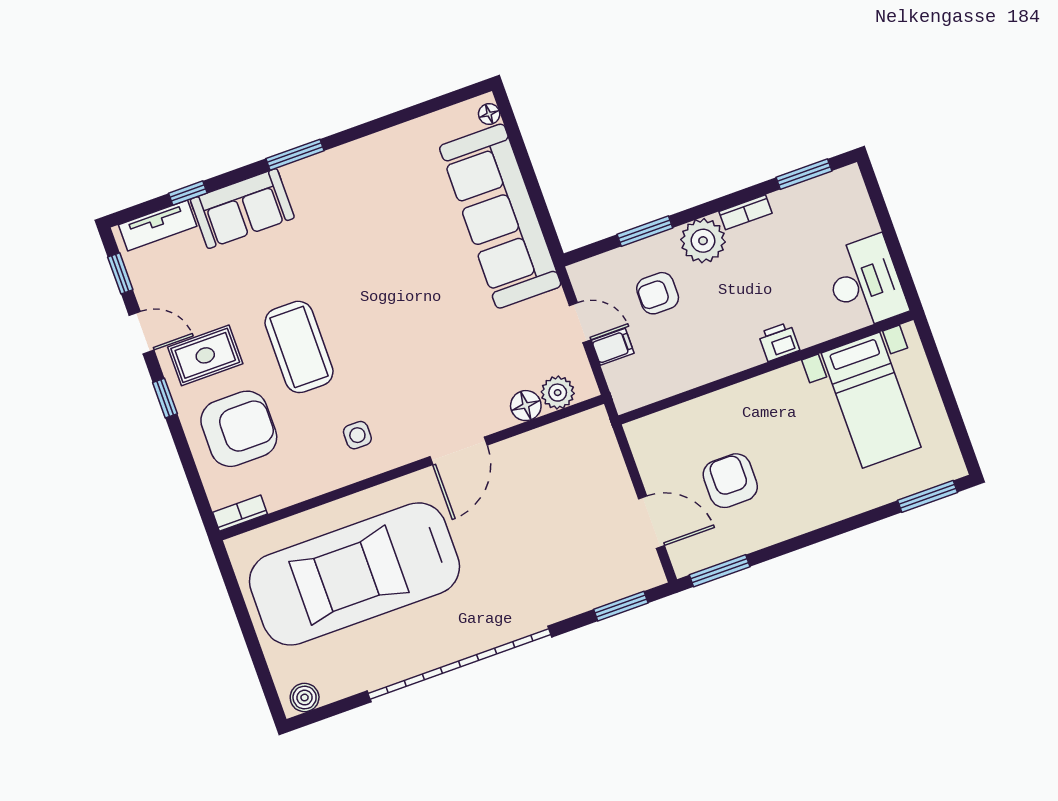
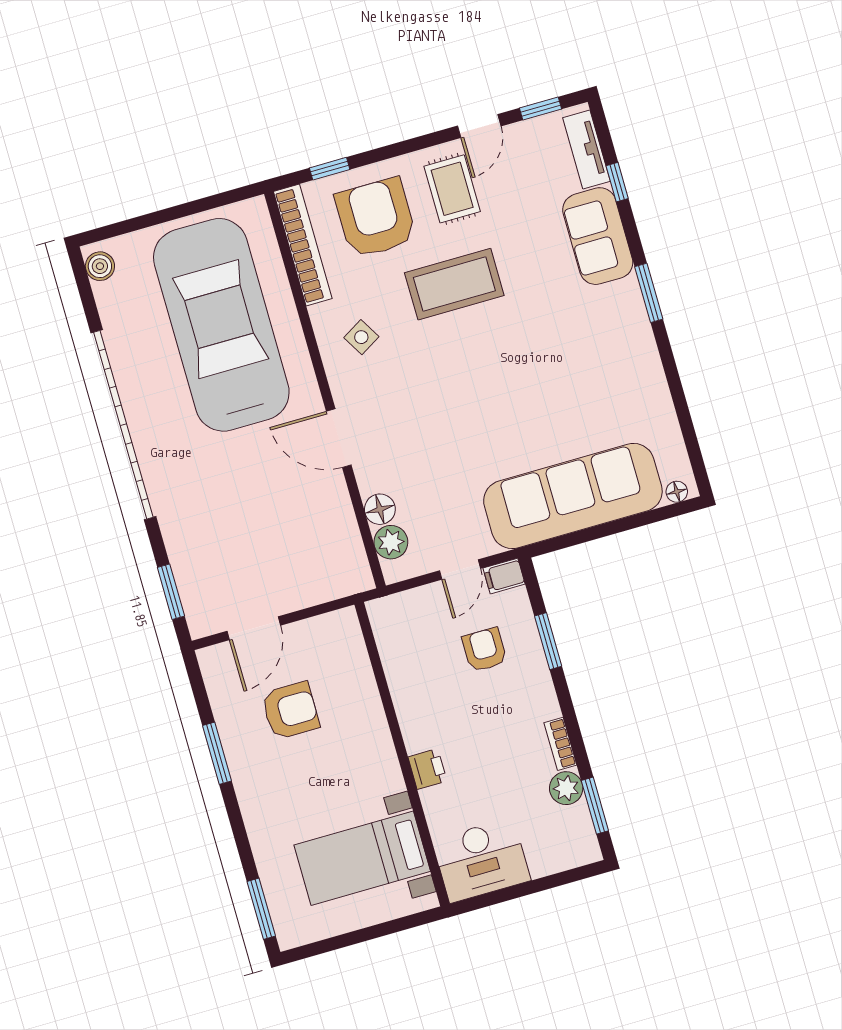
plant: (703, 241) -> (566, 788), moved, width x0.73, depth x0.73
filing cabinet: (613, 347) -> (504, 576), moved, turned 90
window: (165, 398) -> (330, 169), moved
armchair: (239, 429) -> (376, 218), turned 180
side table: (357, 435) -> (361, 337), turned -31
bookcase: (240, 513) -> (303, 245), width x2.31, depth x1.31
window: (720, 571) -> (217, 753), moved

